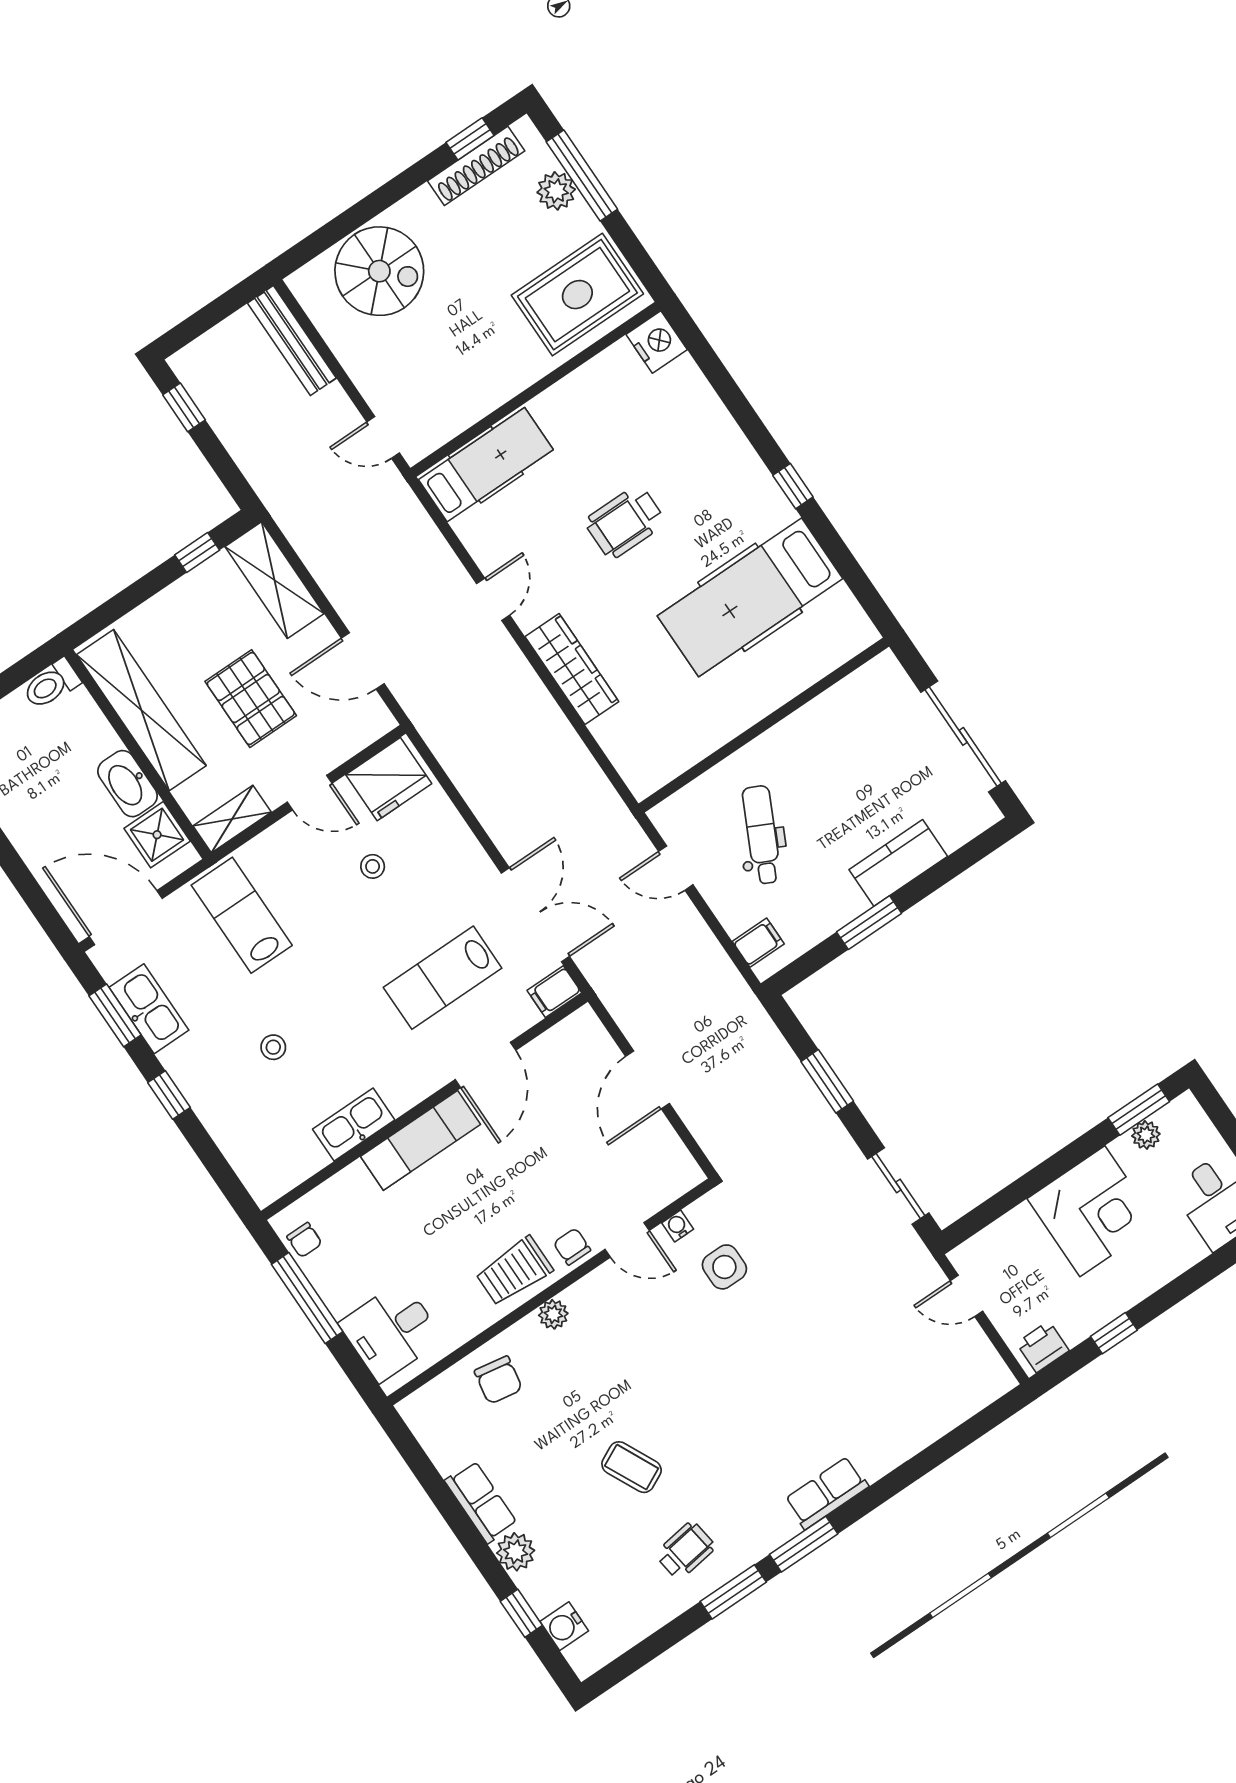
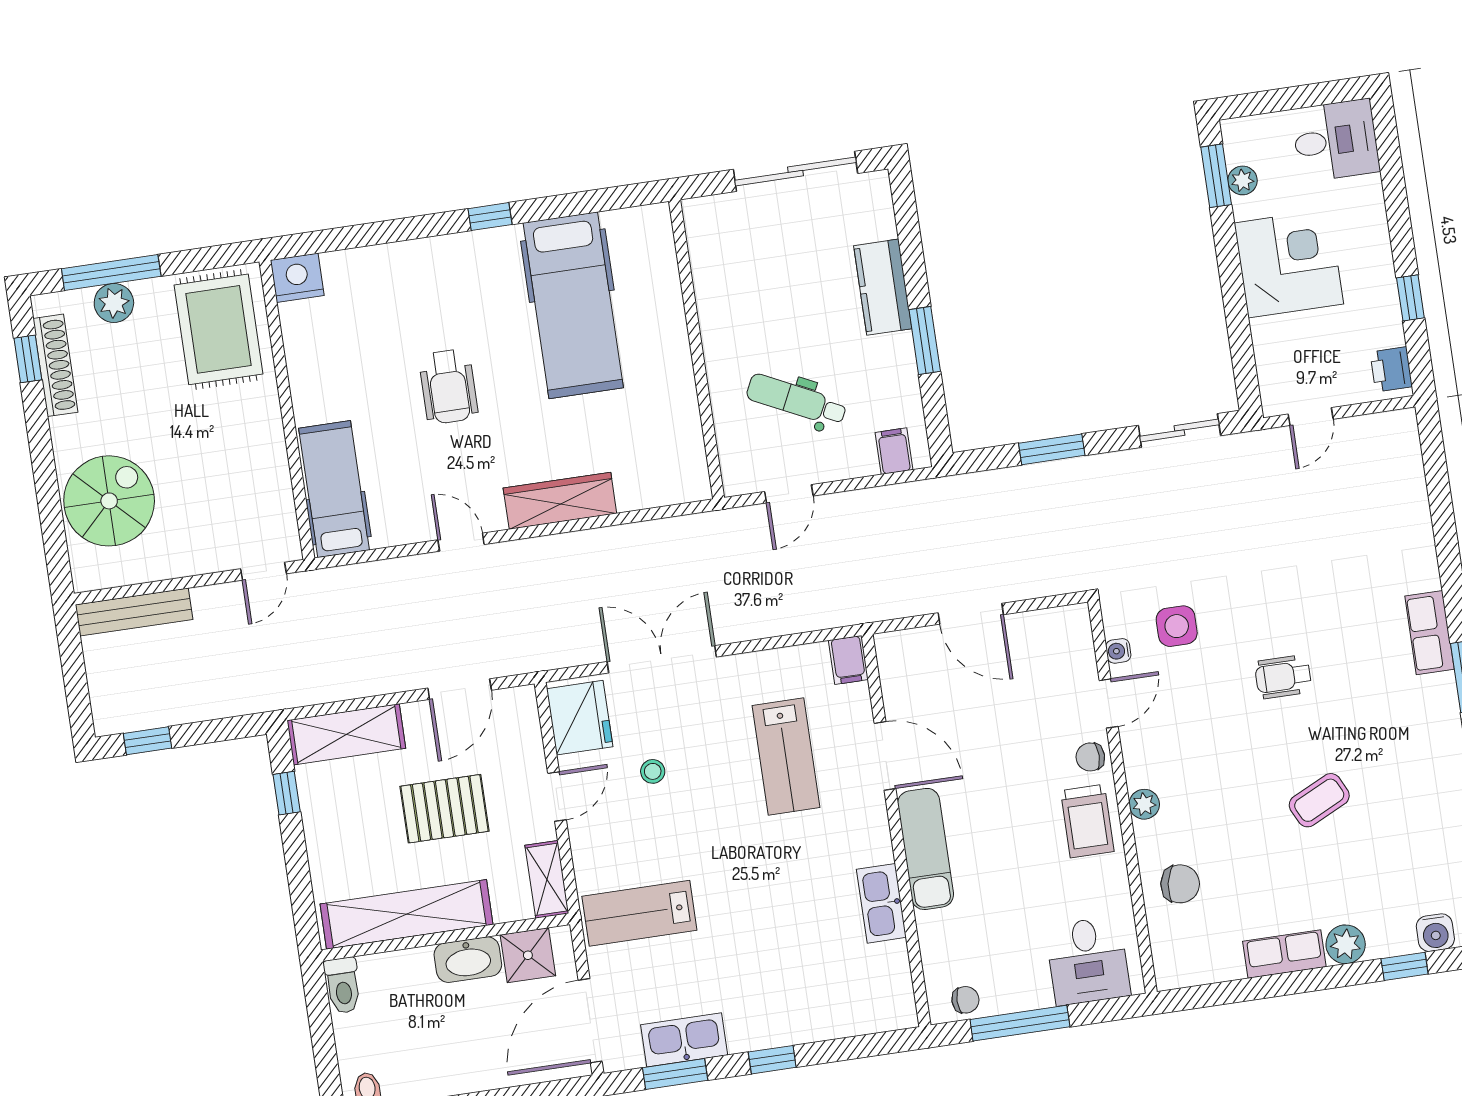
double door: (535, 915) -> (662, 659), moved
stool: (273, 1047) -> (775, 943), removed
wheelchair: (685, 1551) -> (1283, 677), moved, turned -82

